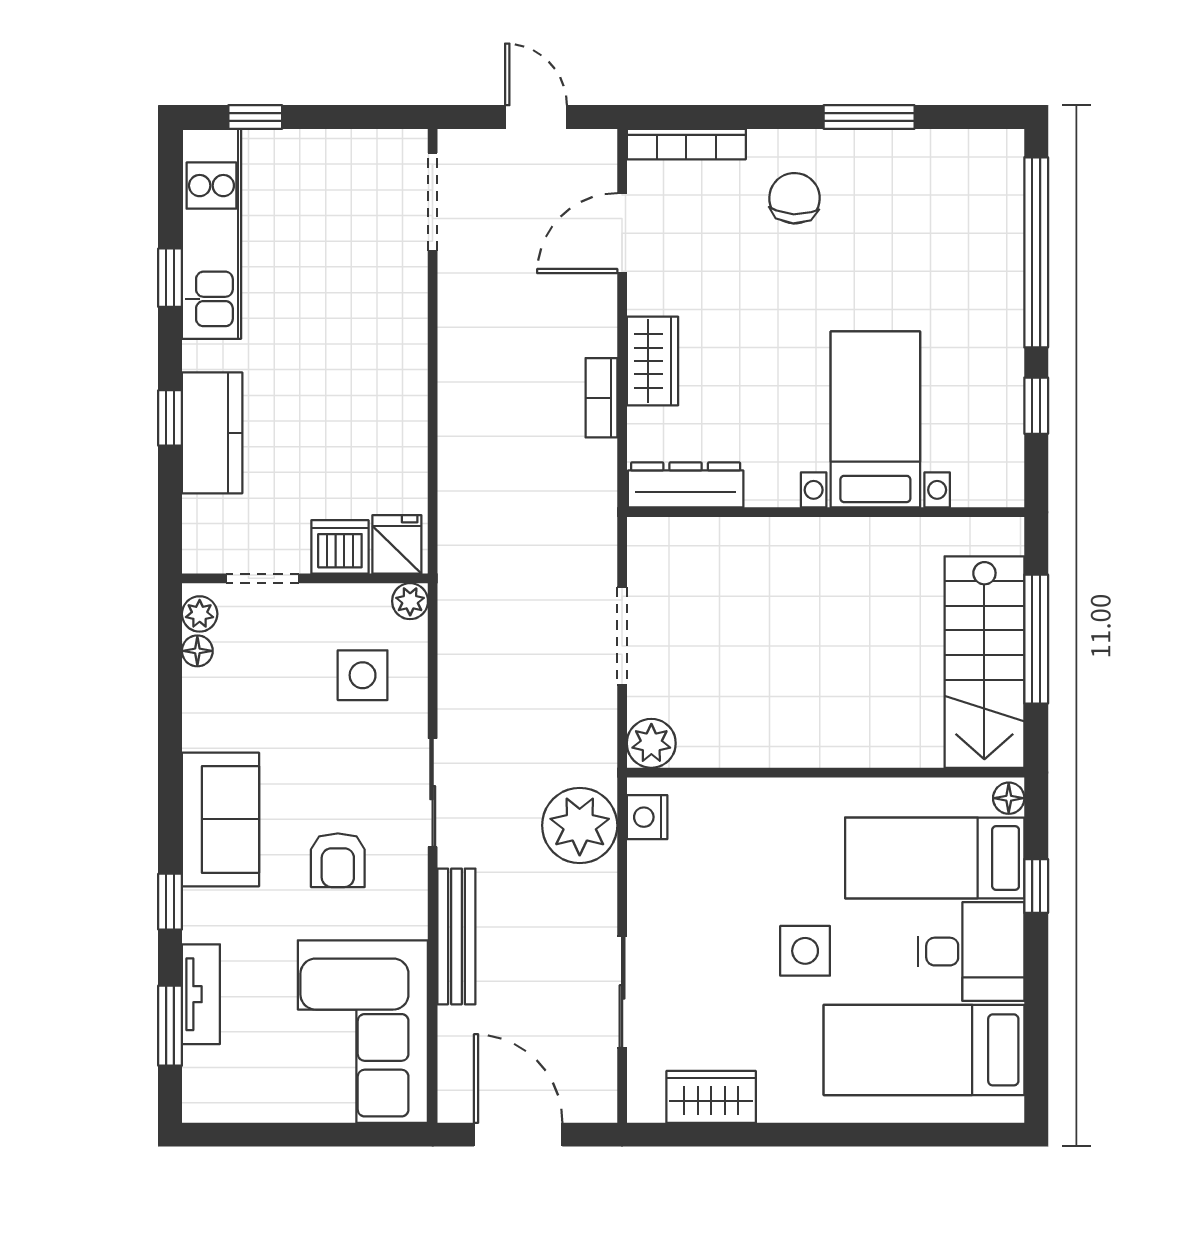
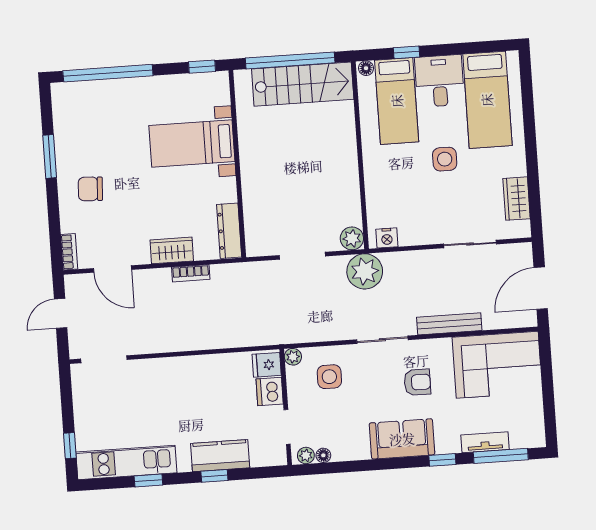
bookcase: (686, 144) -> (69, 252), width x0.64
window: (1036, 406) -> (202, 67), moved
window: (1036, 639) -> (290, 60), width x1.46
plant: (580, 825) -> (365, 271), moved
window: (170, 1026) -> (501, 456), width x1.44

